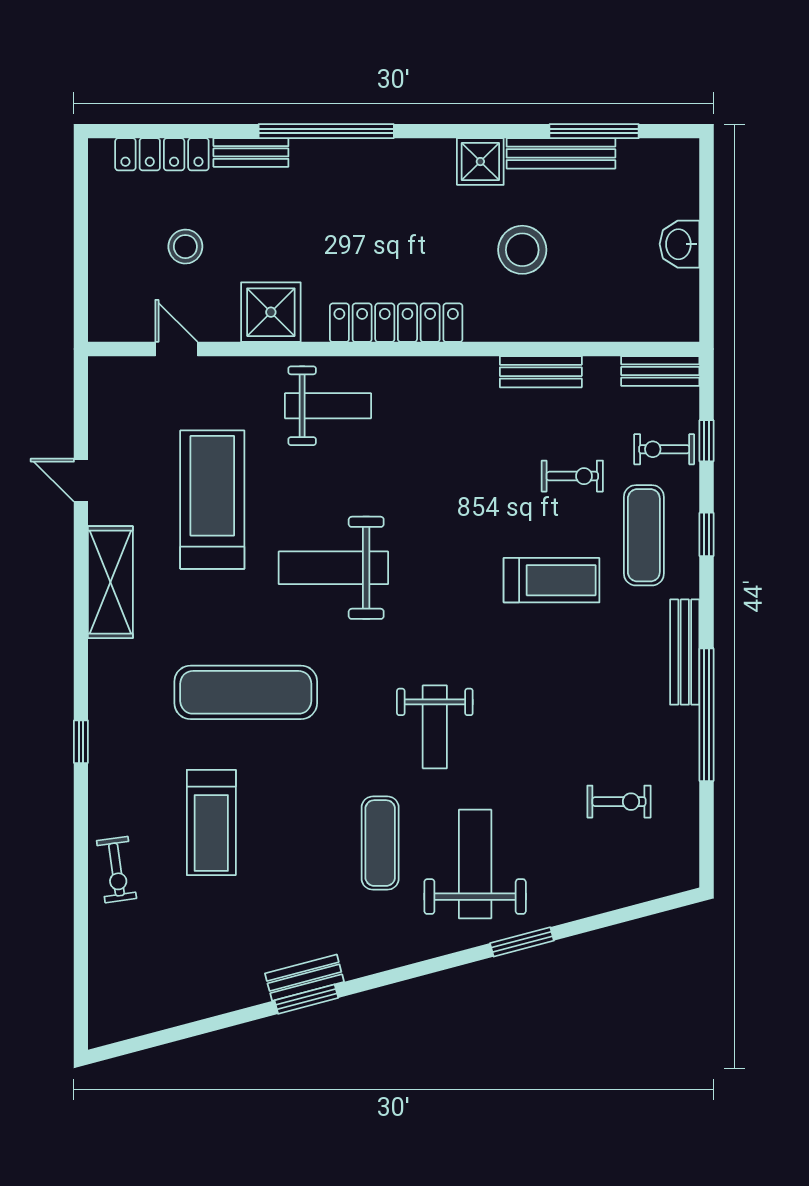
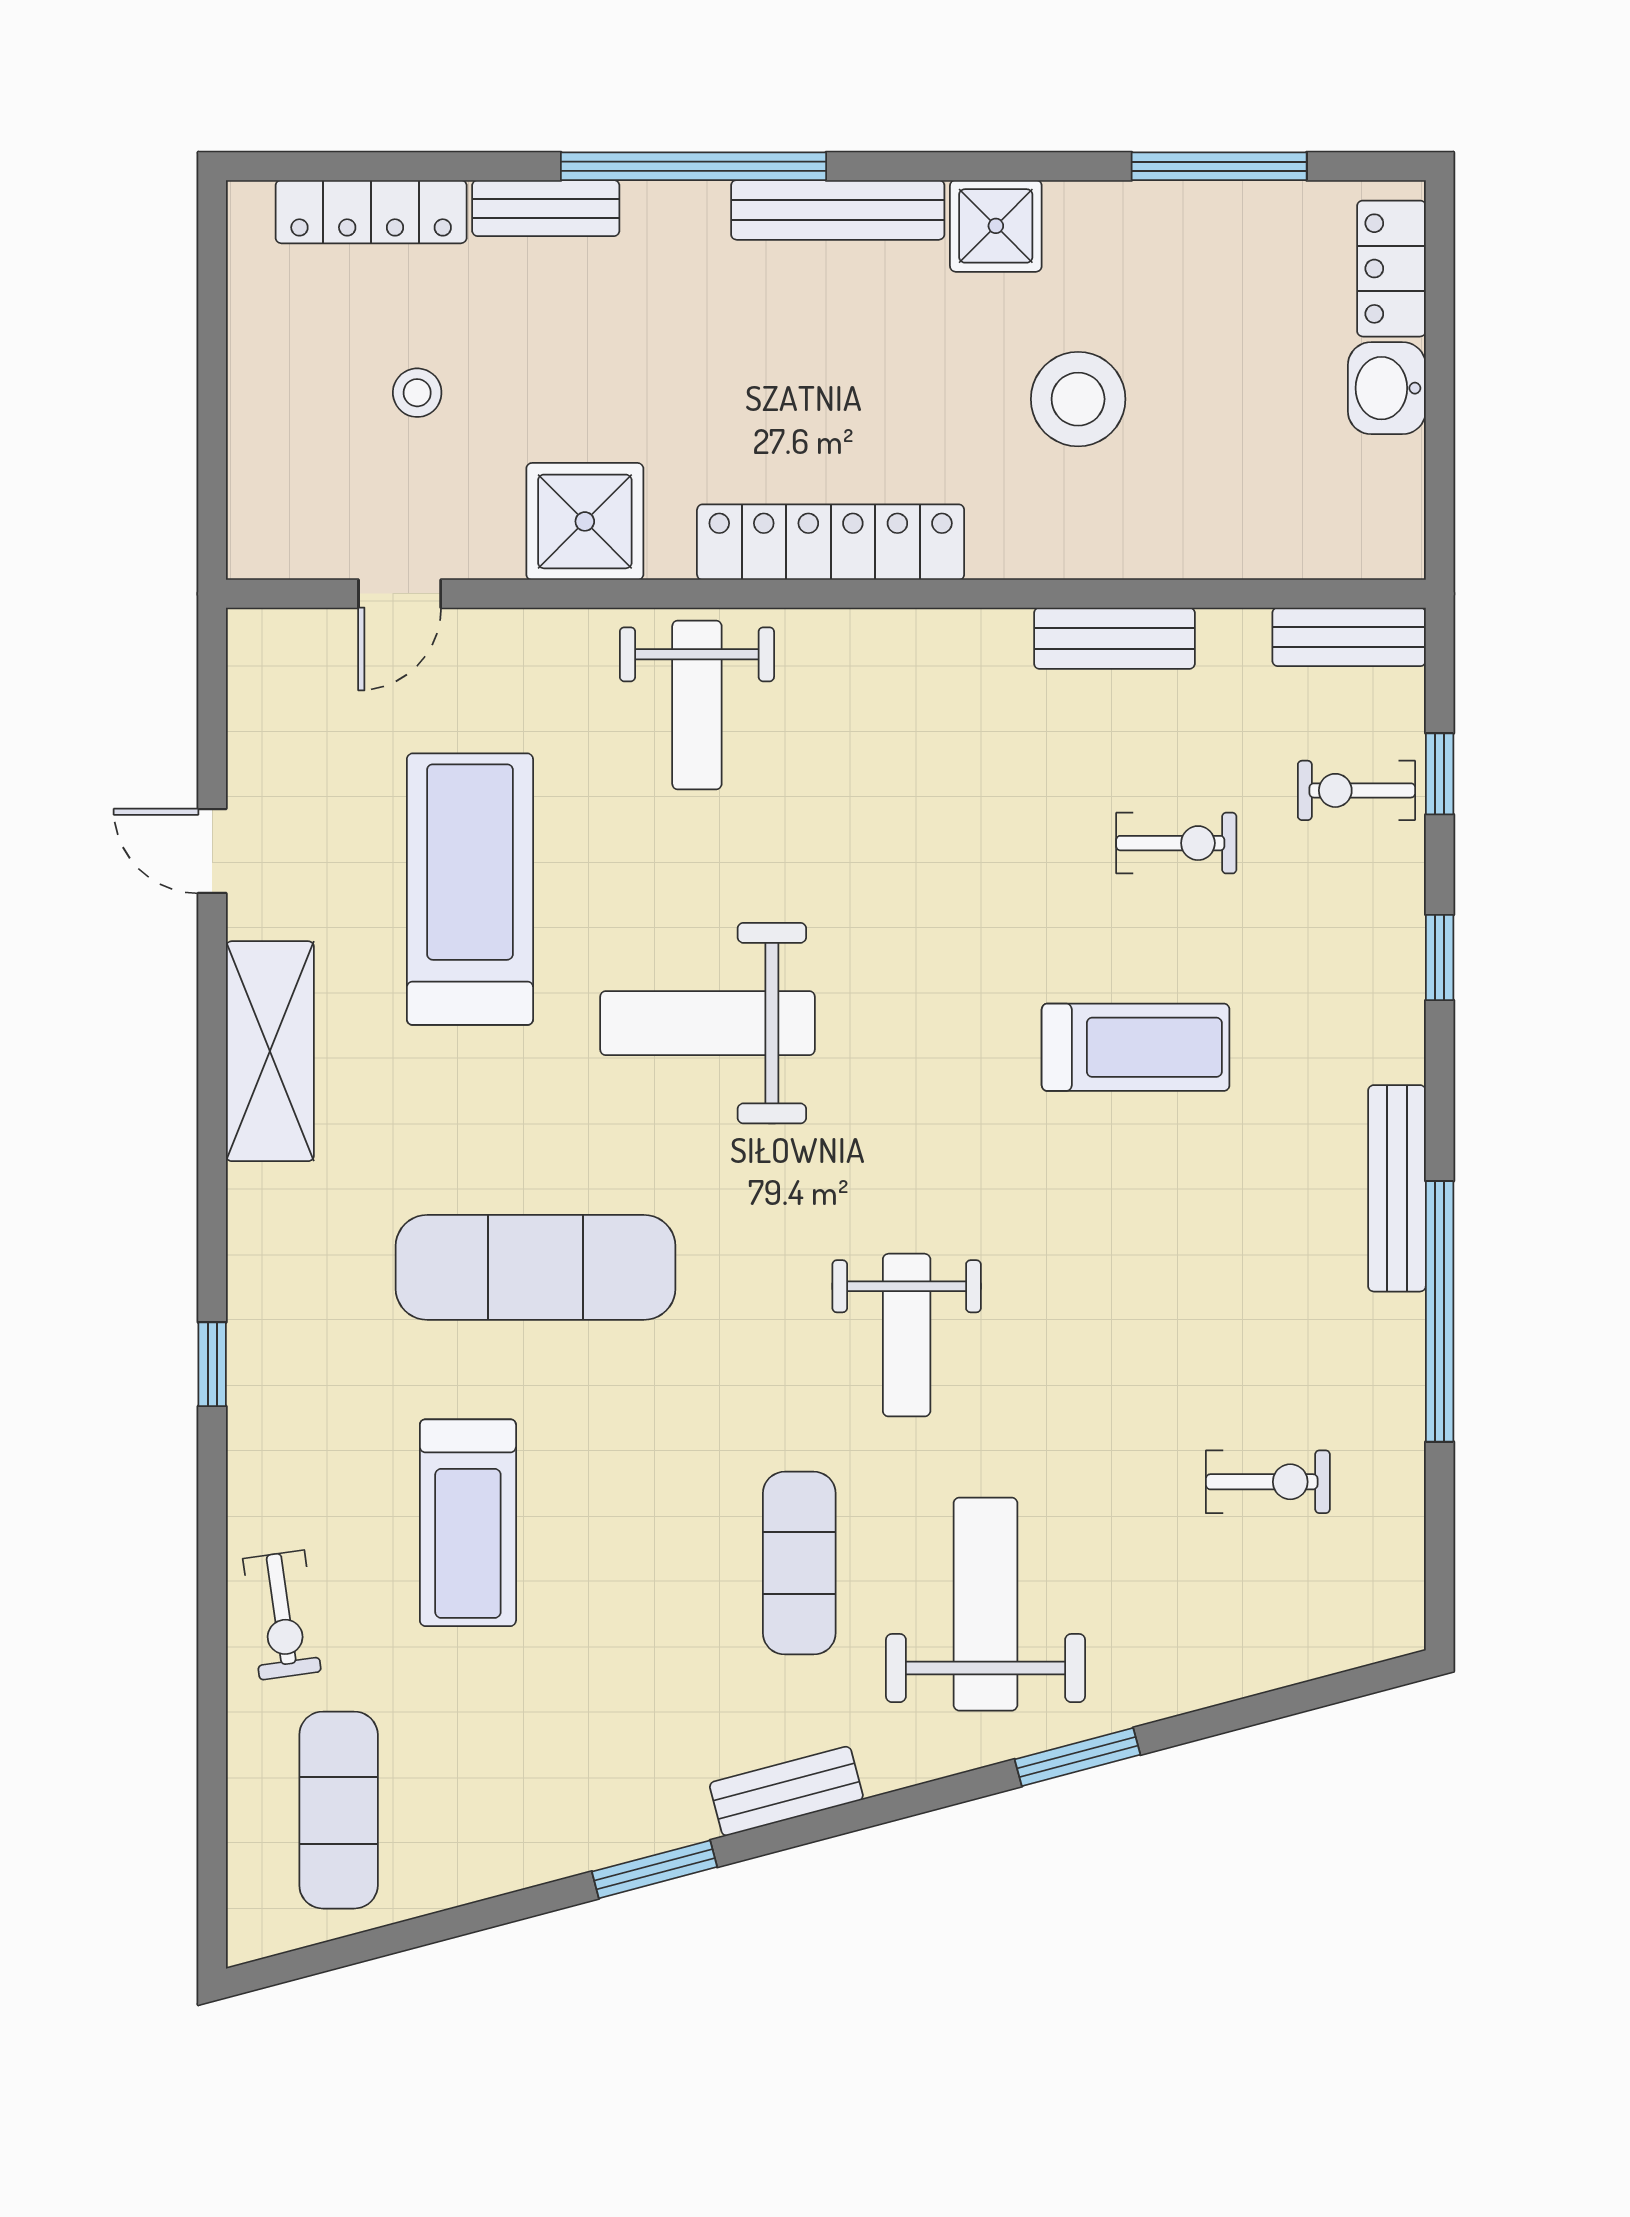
bench: (561, 153) -> (838, 210), moved
locker: (682, 183) -> (1391, 269), added
stool: (185, 247) -> (417, 393), width x0.73, depth x0.73
door: (176, 349) -> (400, 594), swing flipped
weight bench: (328, 406) -> (697, 705), turned 90
exercise mat: (644, 535) -> (339, 1810), moved
bench: (304, 978) -> (786, 1791), moved

